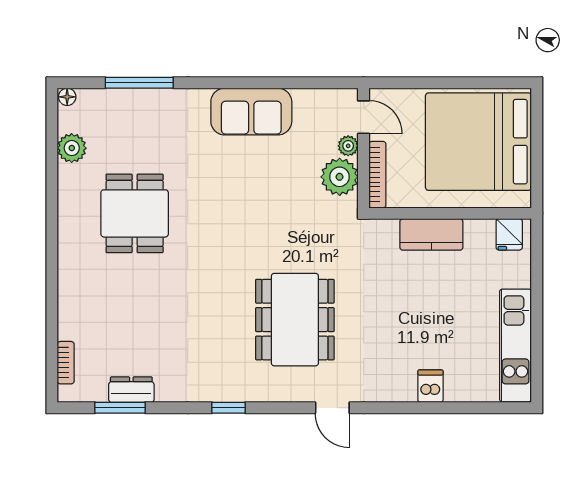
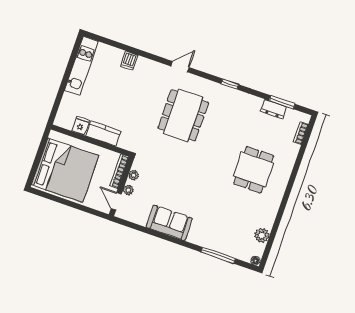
plant: (340, 177) -> (134, 175), width x0.53, depth x0.53
dining table: (135, 213) -> (254, 170), moved
fridge: (509, 234) -> (81, 126), moved
door: (332, 408) -> (180, 67), hinge flipped

